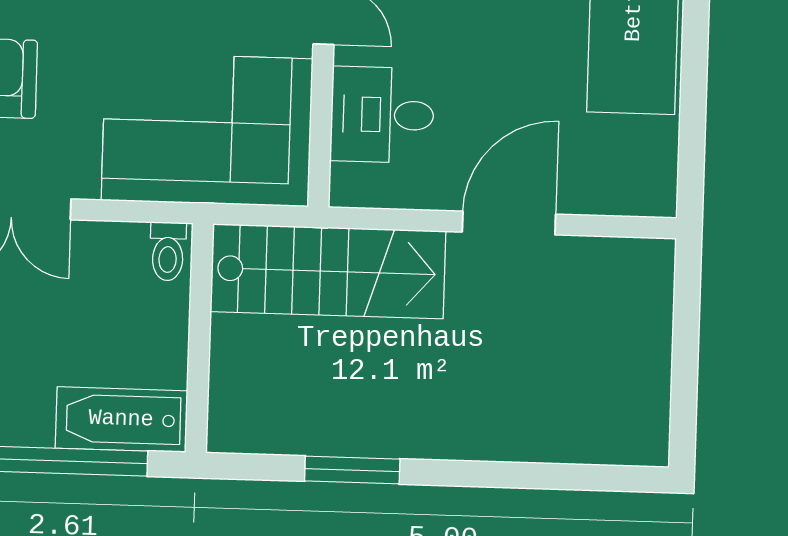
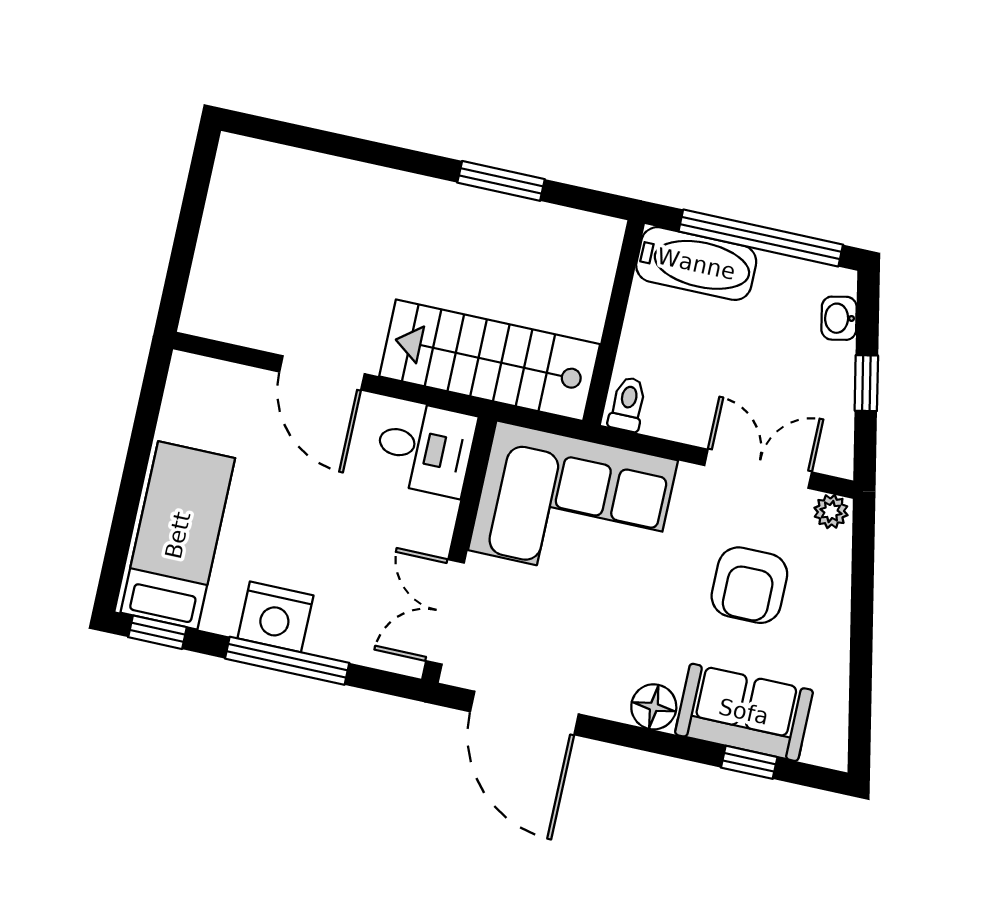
desk: (382, 115) -> (425, 448), moved
door: (509, 223) -> (322, 373), hinge flipped

